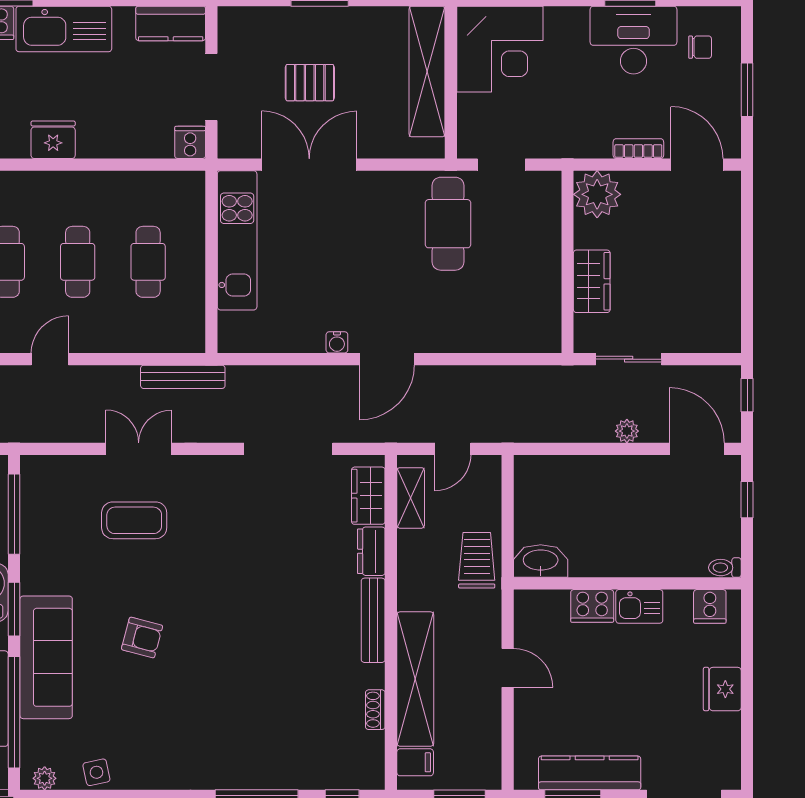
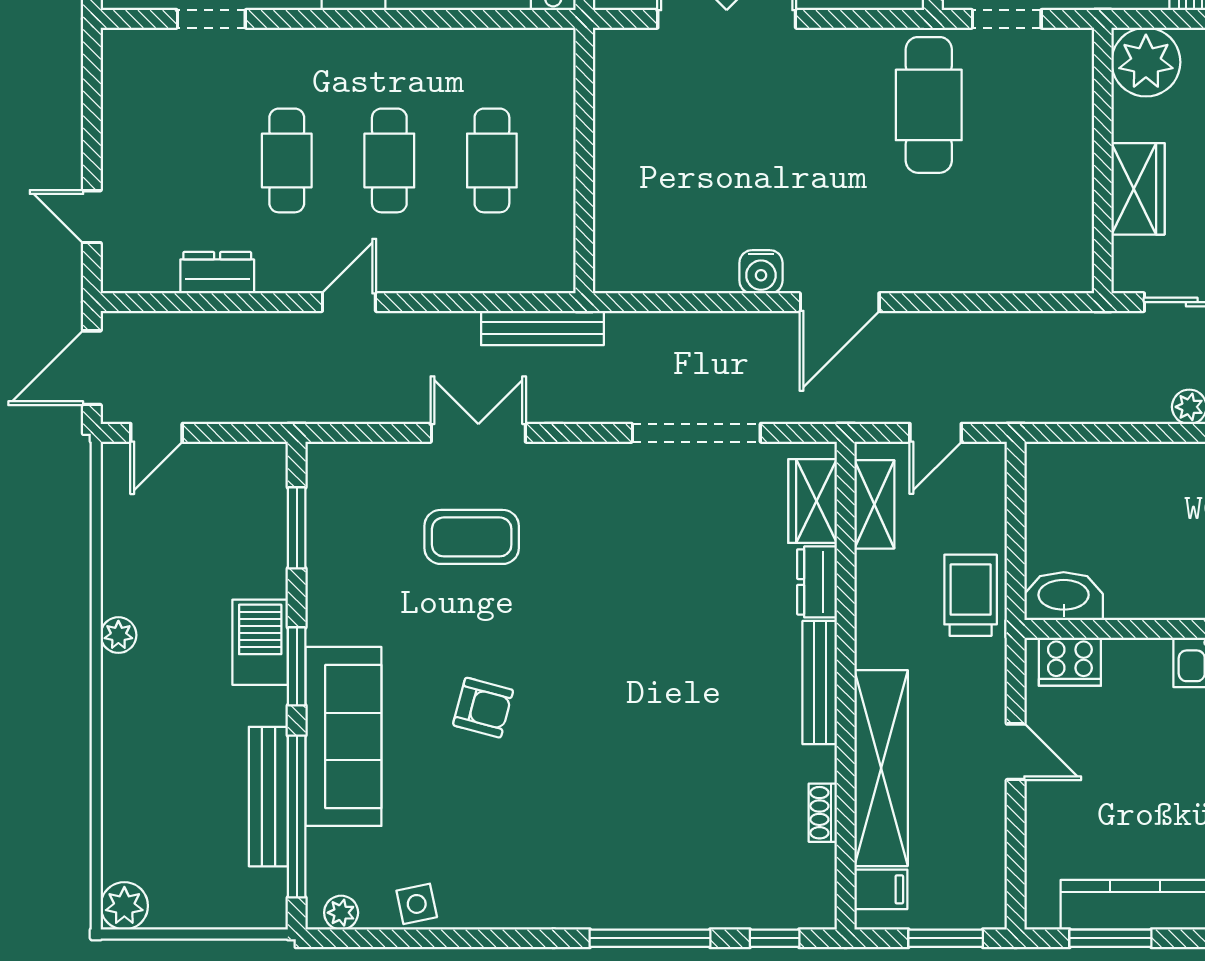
kitchen unit: (237, 240) -> (622, 129), removed
water cooler: (337, 342) -> (761, 272), width x1.38, depth x1.38
window: (14, 514) -> (297, 528), width x0.69
cooker: (592, 606) -> (1070, 662), moved

